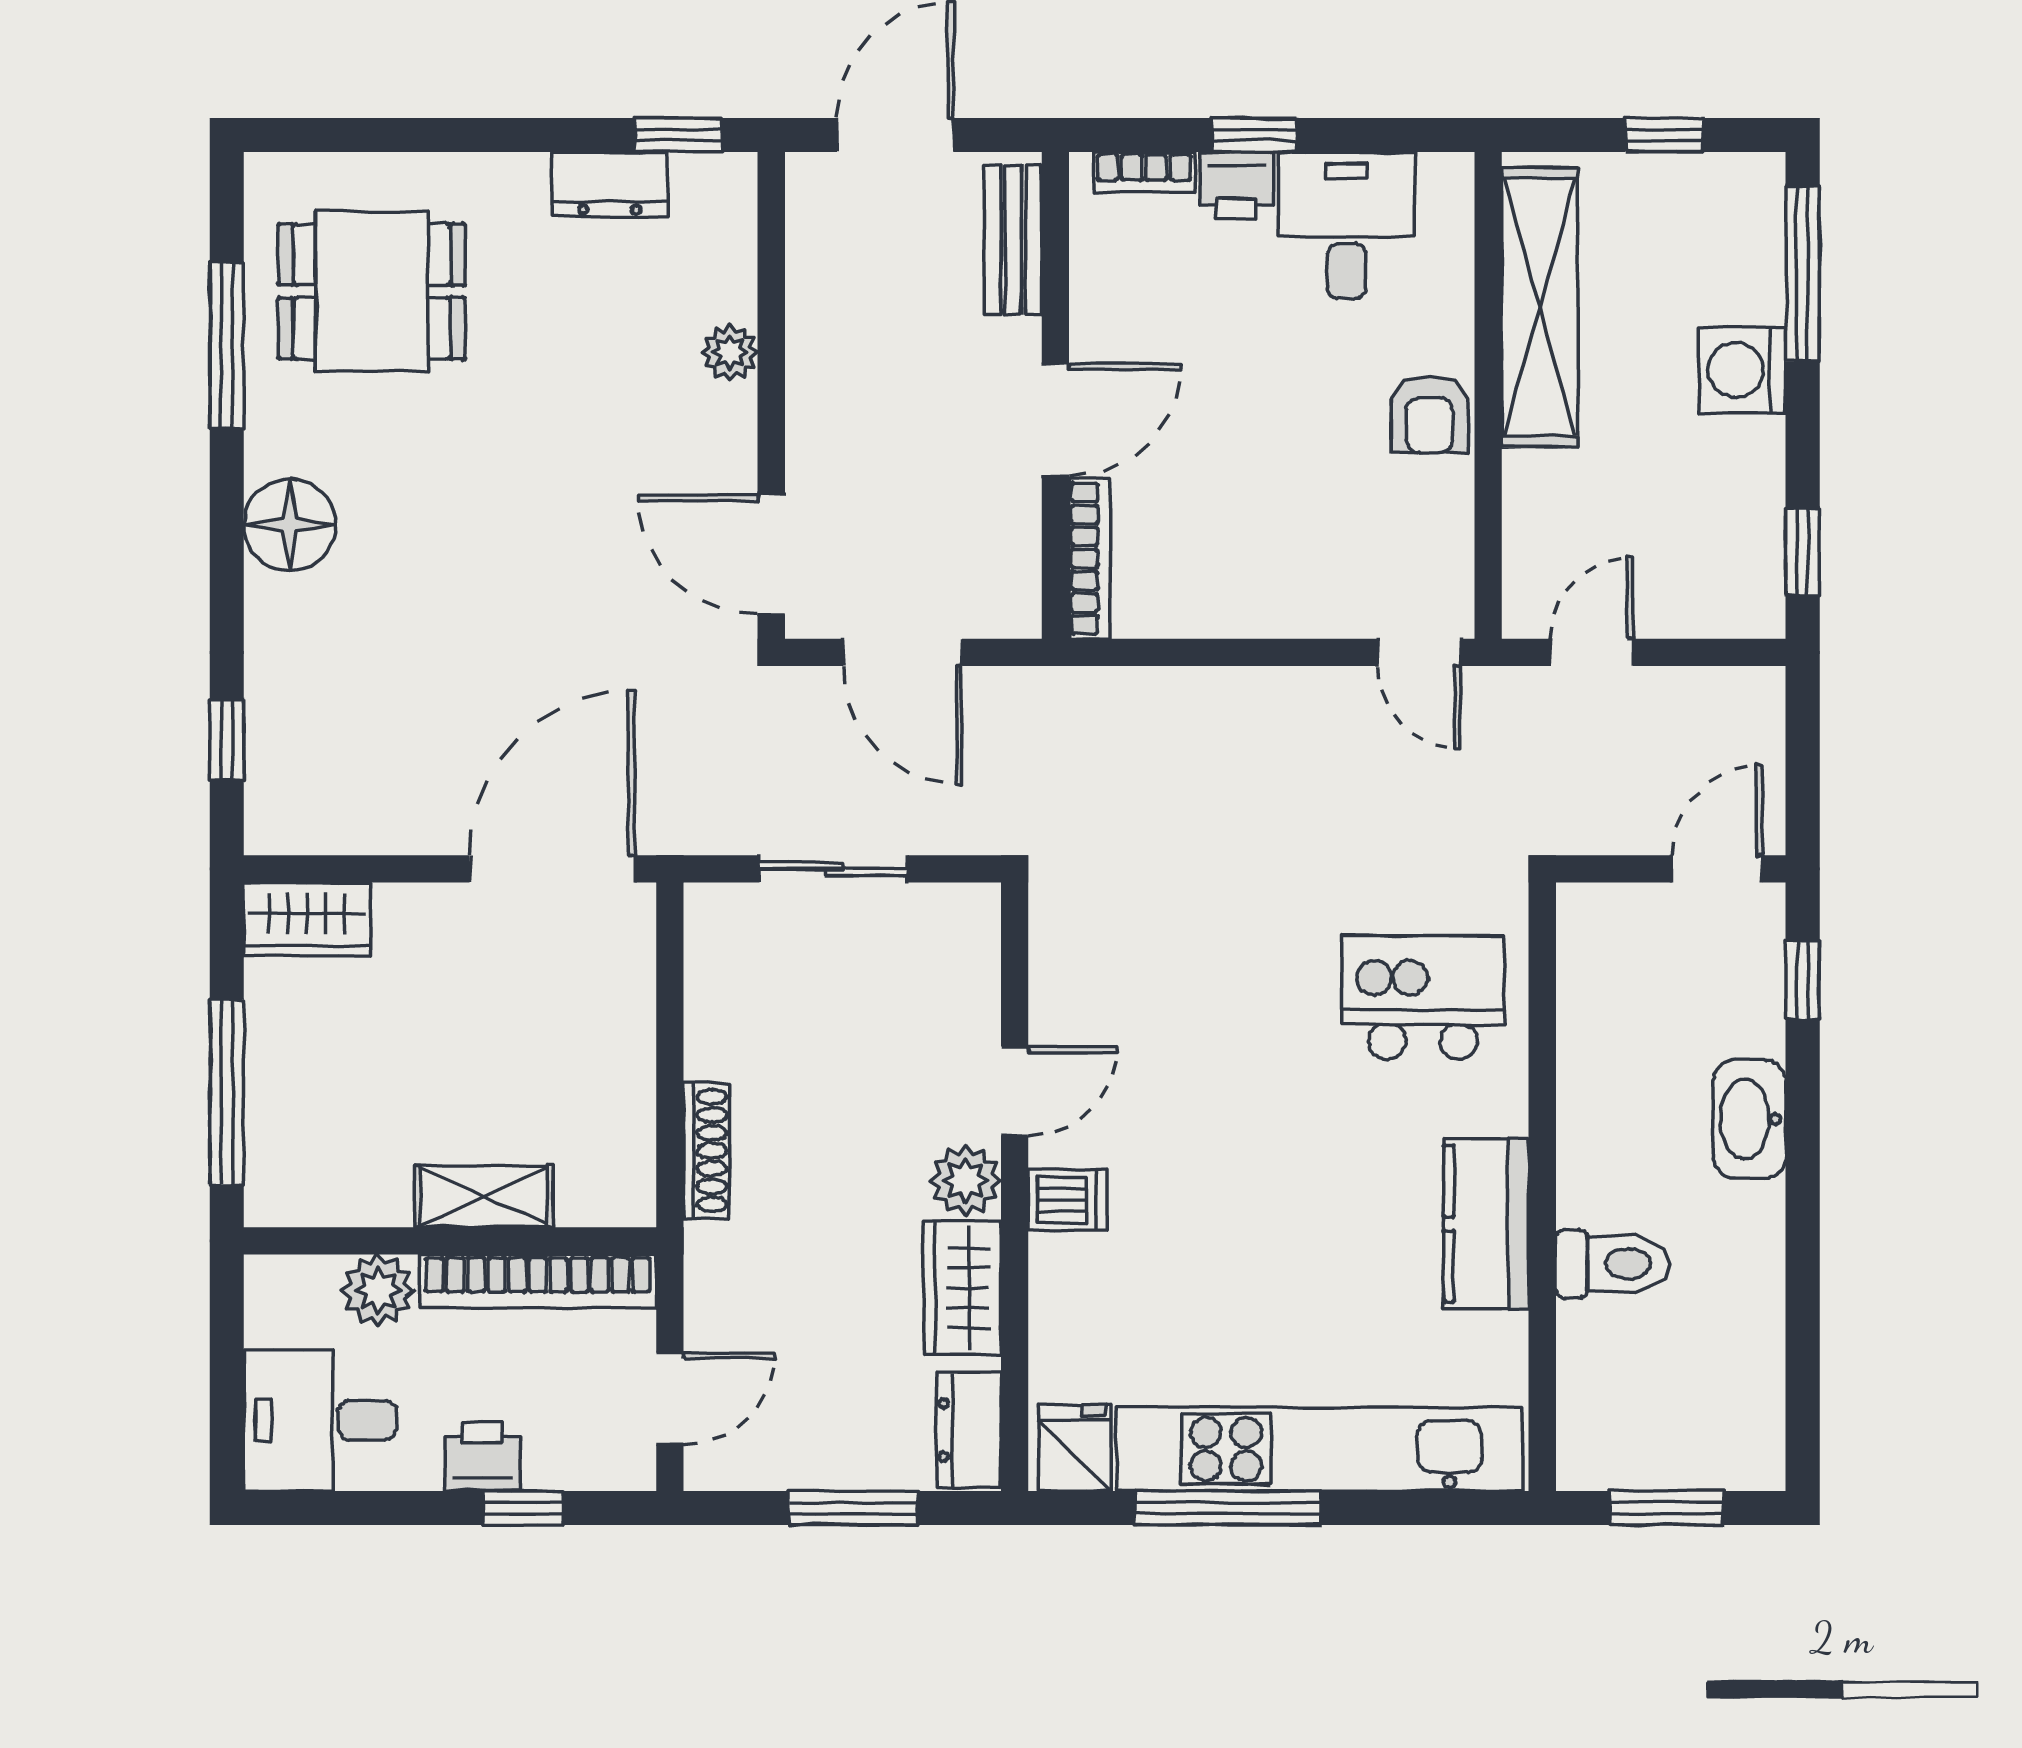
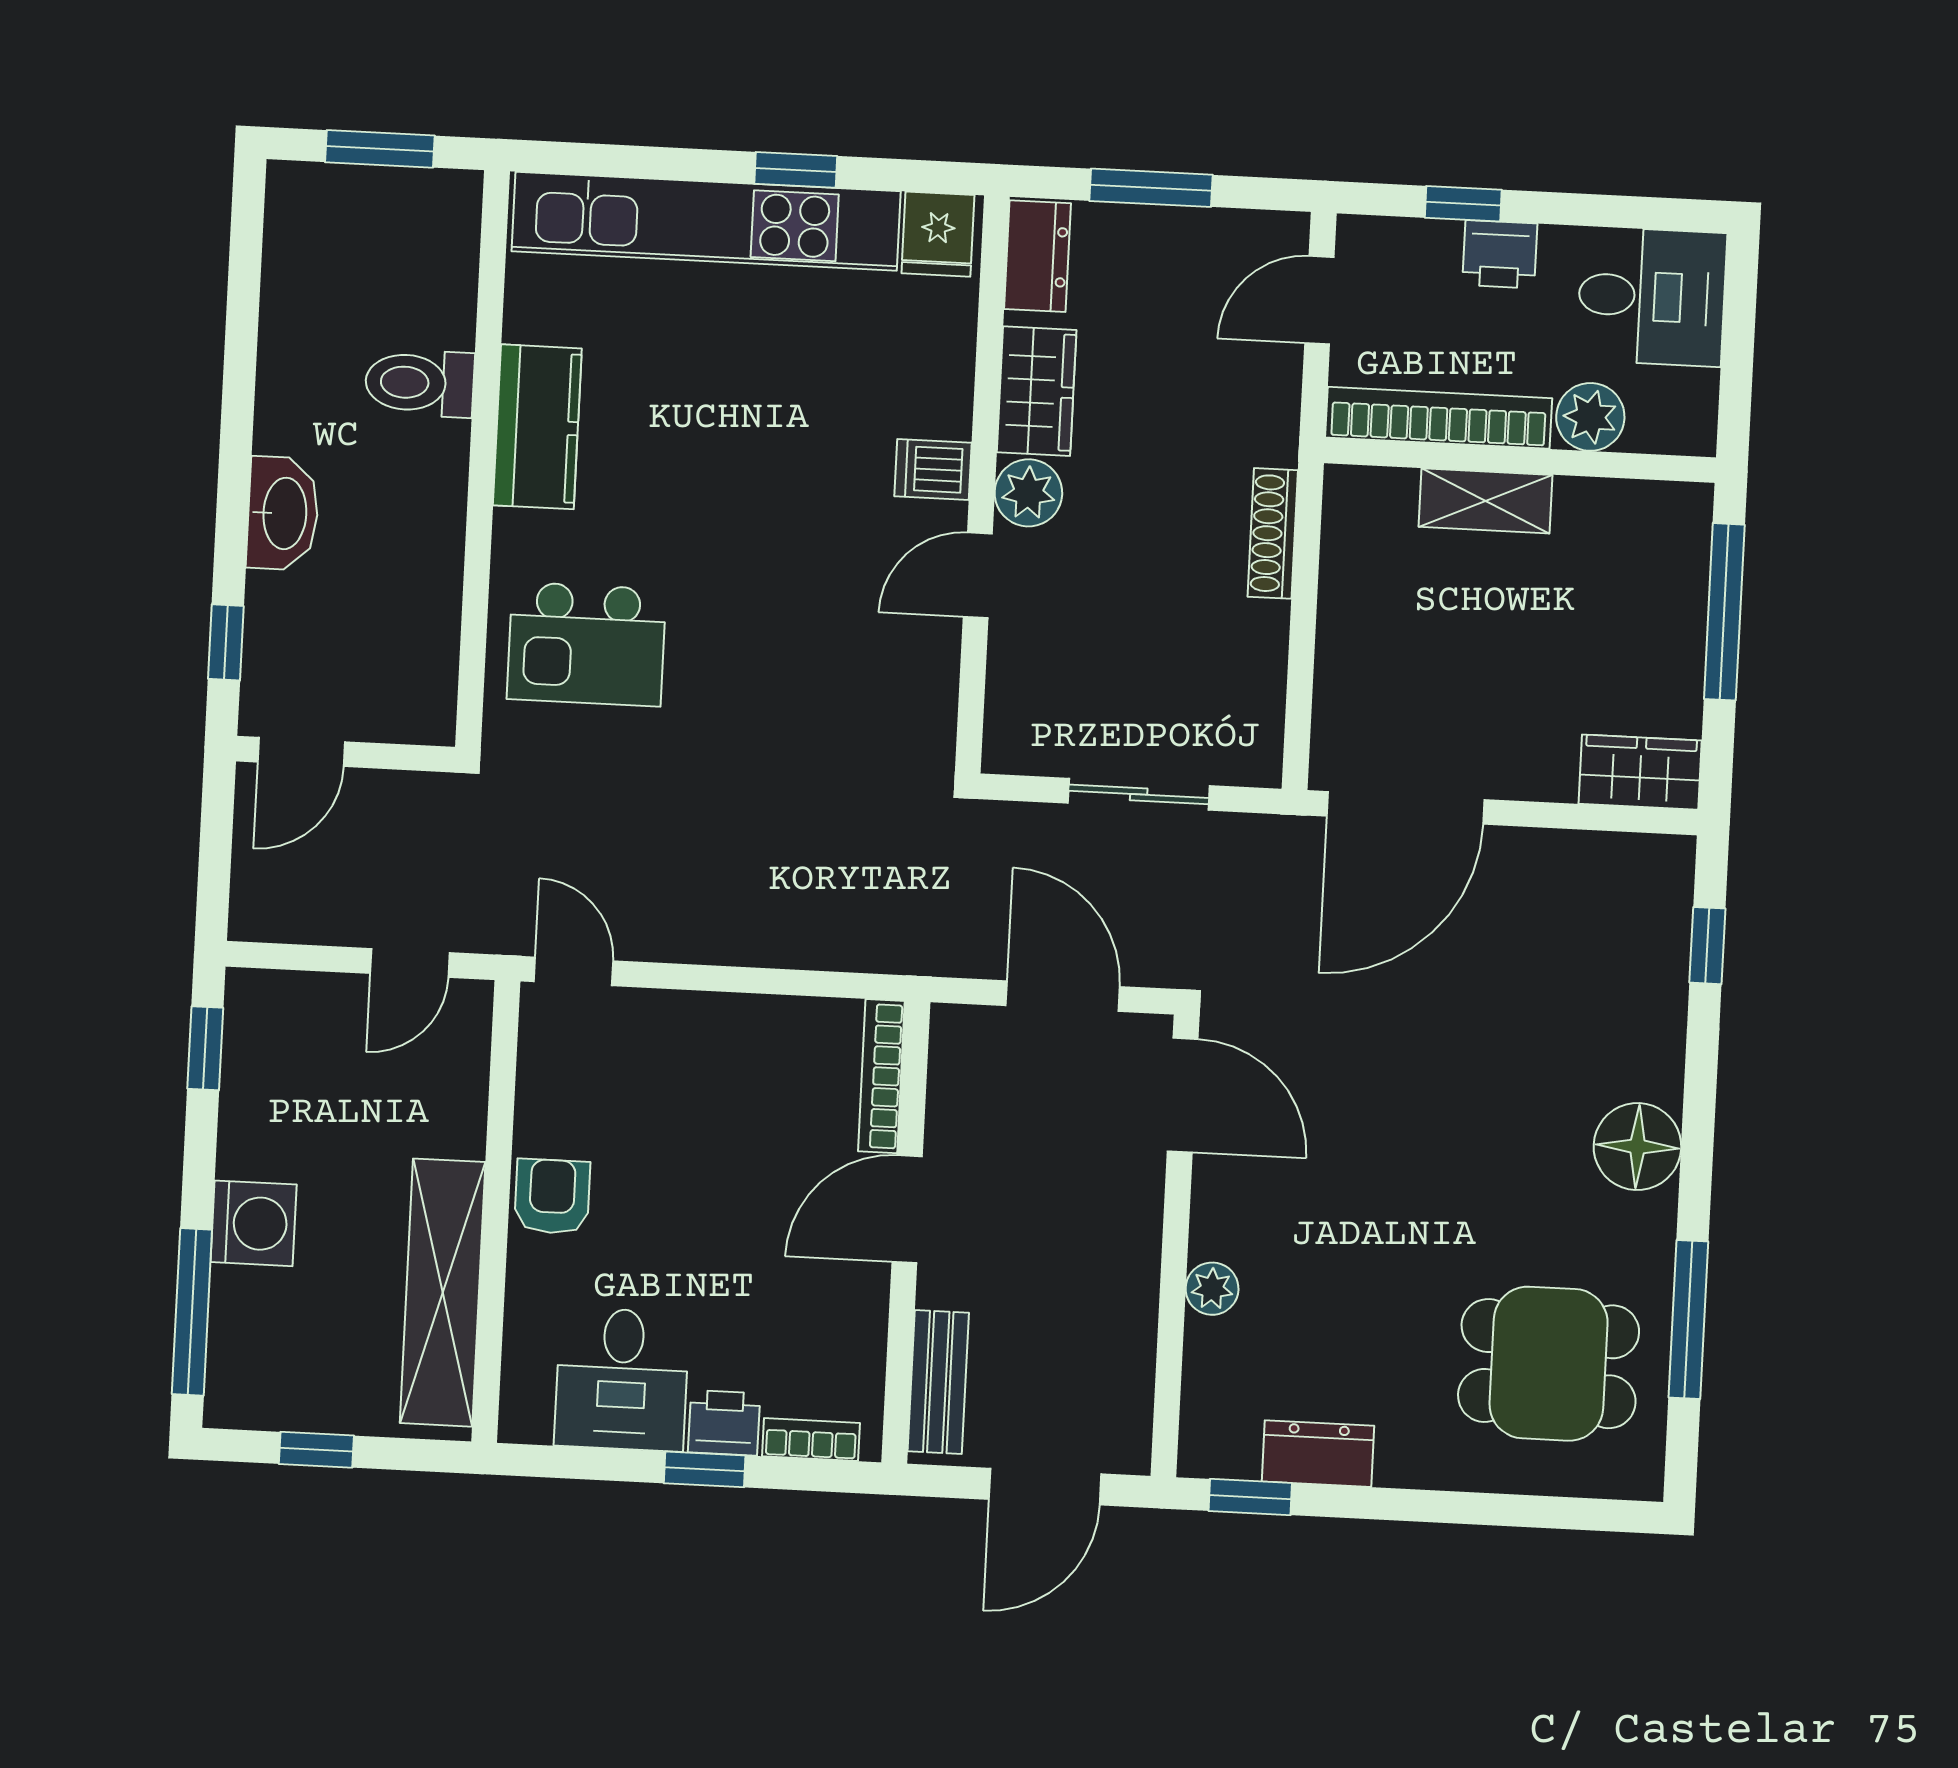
window: (1228, 1508) -> (796, 170), width x0.46

